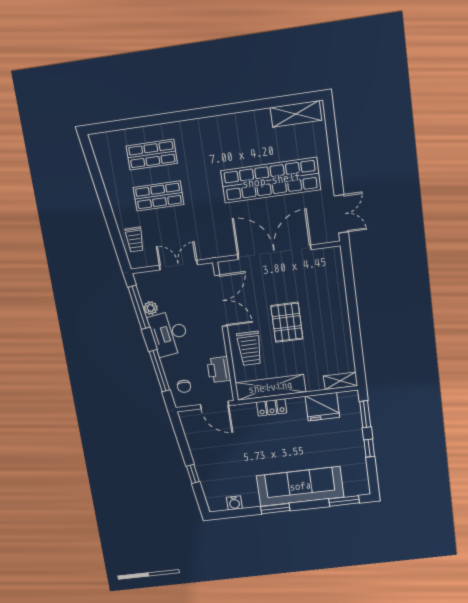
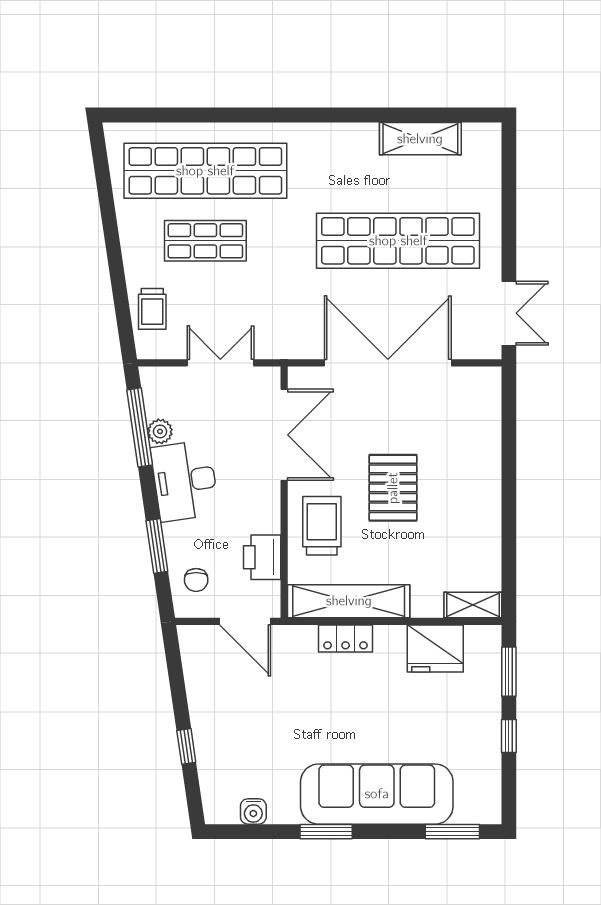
shelving: (296, 114) -> (420, 139), moved
shop shelf: (152, 155) -> (205, 171), width x2.00, depth x1.36
trolley: (250, 348) -> (322, 526), turned 180
window: (159, 371) -> (157, 546), width x0.69

